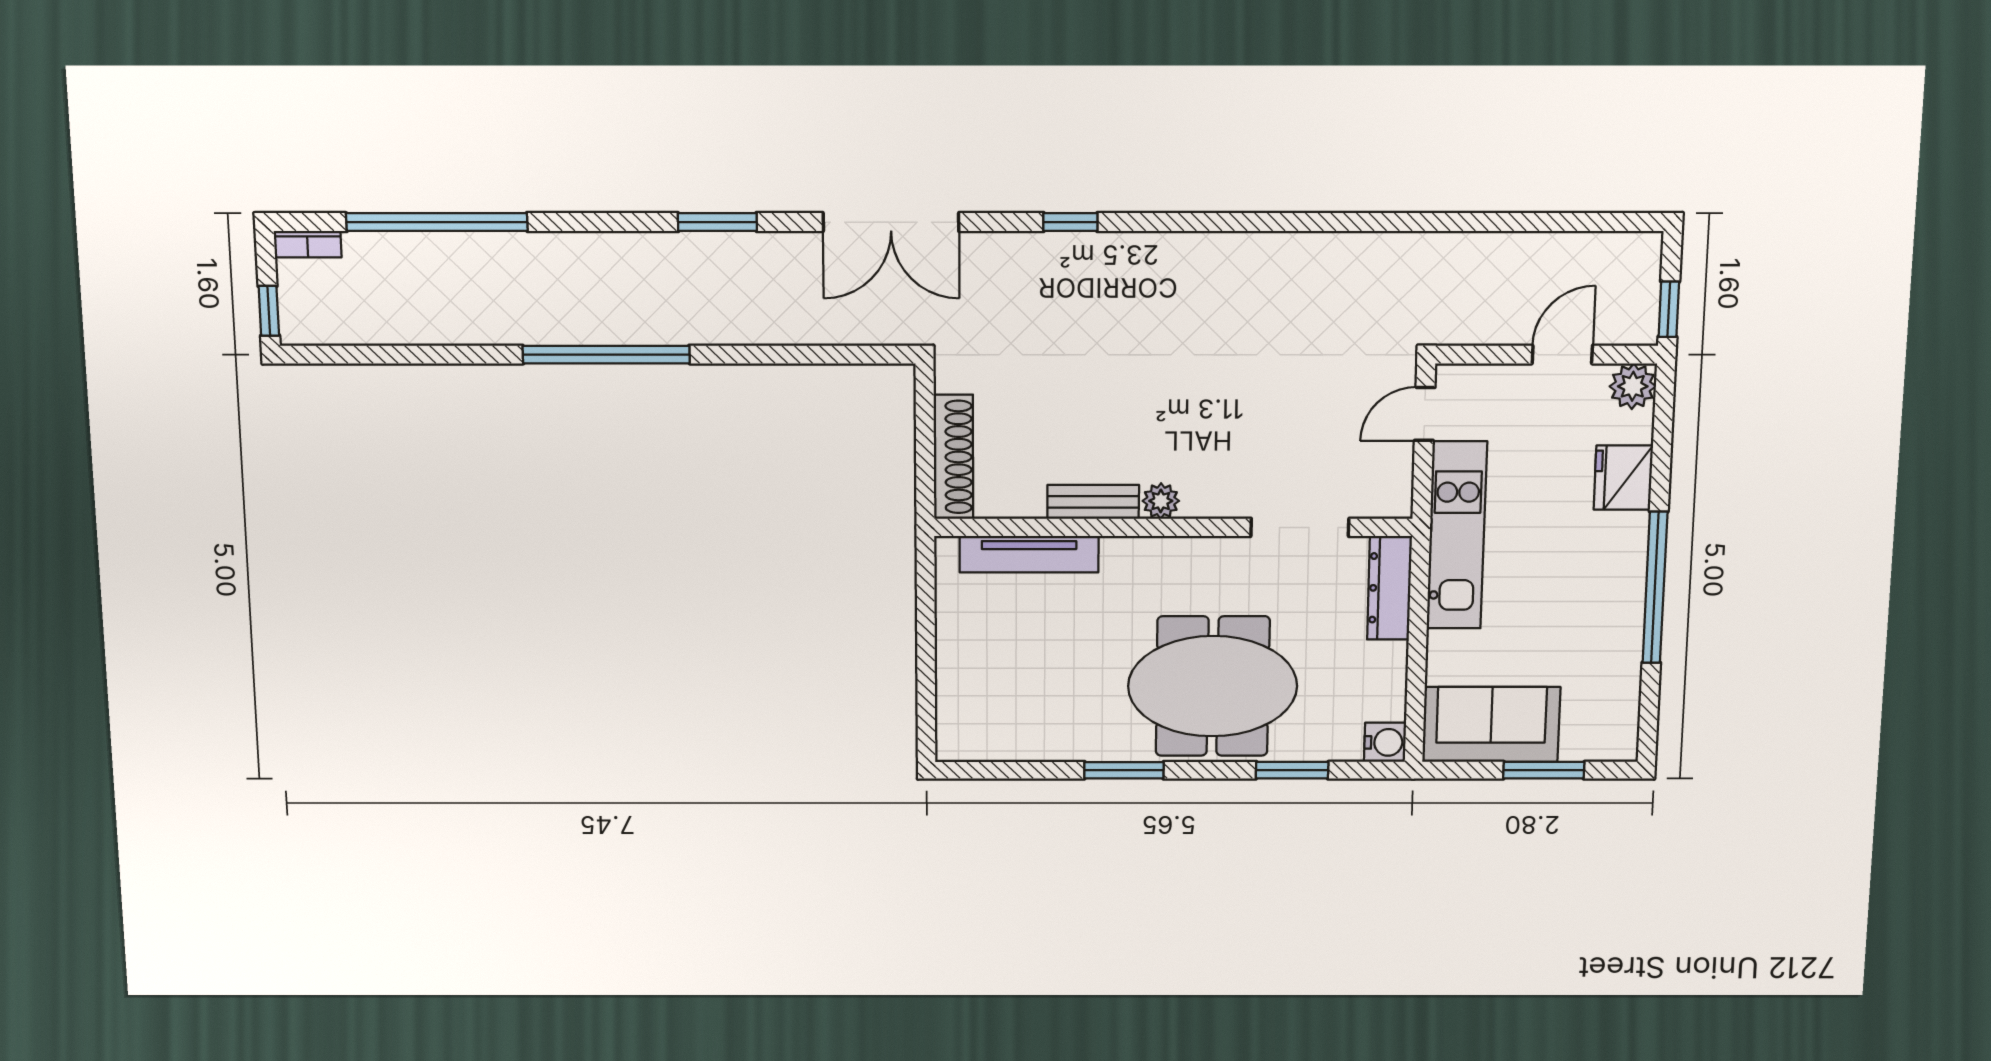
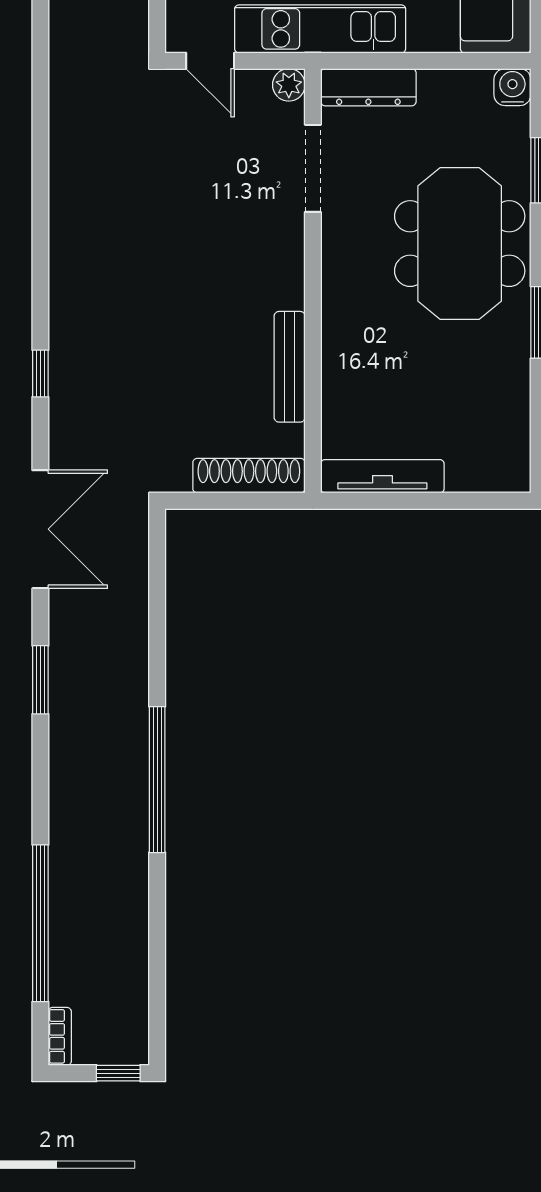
plant: (1161, 501) -> (289, 85), moved
bench: (1093, 502) -> (290, 367), width x1.36
tv unit: (1029, 554) -> (382, 476), moved, turned -90

